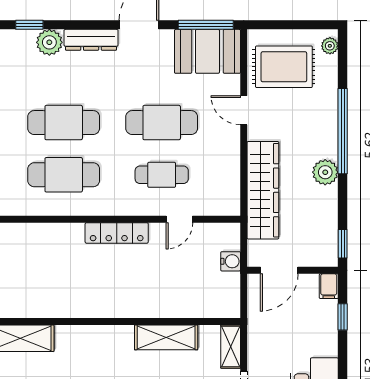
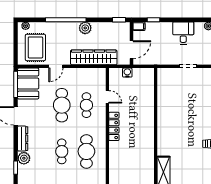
cafe table: (64, 123) -> (62, 151), width x0.73, depth x0.74
door: (279, 270) -> (132, 50), hinge flipped
shelving: (166, 337) -> (163, 103), removed
shelving: (231, 347) -> (168, 73), removed

